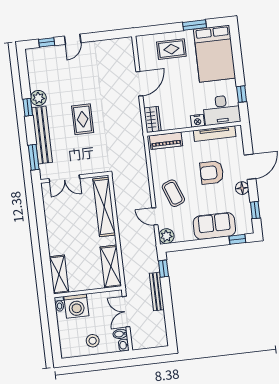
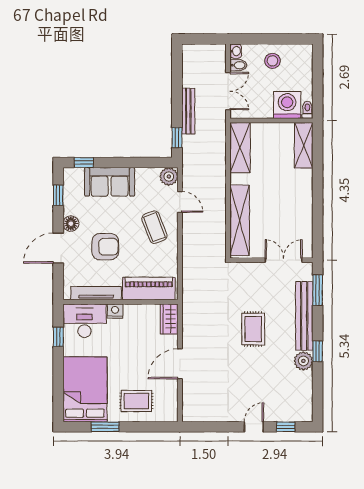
piano: (166, 141) -> (149, 289), width x1.37, depth x1.33

